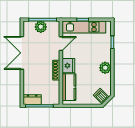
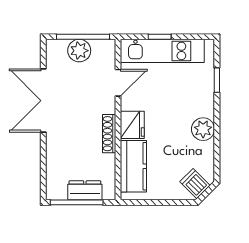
dresser: (32, 100) -> (85, 190), moved

